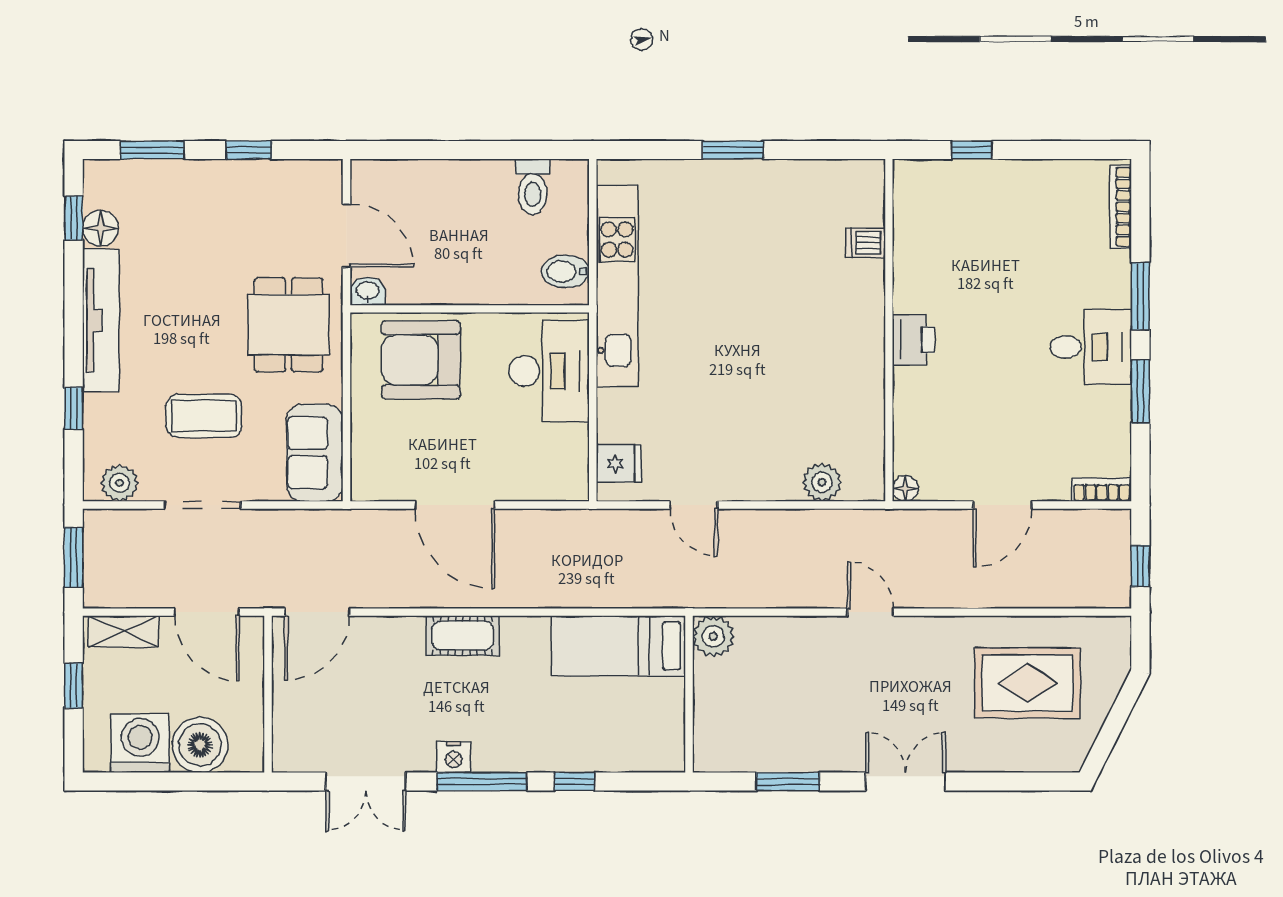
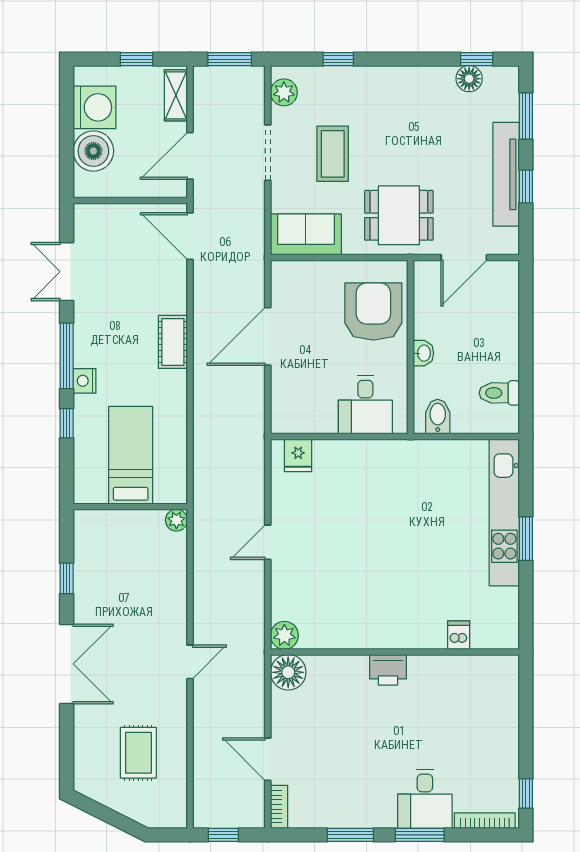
window: (972, 150) -> (526, 794), moved
kitchen unit: (617, 286) -> (504, 512), moved, turned 90
washbasin: (368, 291) -> (423, 353), moved
tv unit: (101, 320) -> (506, 174), moved, turned 90
desk: (1091, 347) -> (425, 799), moved
desk: (549, 371) -> (365, 405), width x0.73
plant: (822, 482) -> (284, 635), moved
floor lamp: (905, 489) -> (288, 672), width x1.89, depth x1.89
door: (694, 505) -> (268, 542), moved
door: (1002, 505) -> (268, 759), moved
door: (870, 612) -> (190, 662), moved
plant: (713, 636) -> (176, 520), width x0.73, depth x0.73
bed: (618, 646) -> (131, 455), moved
rug: (1027, 683) -> (138, 753), width x0.73, depth x0.70
nightstand: (454, 757) -> (85, 381), moved
window: (788, 782) -> (67, 578), width x0.67
double door: (905, 782) -> (67, 664), width x1.37

